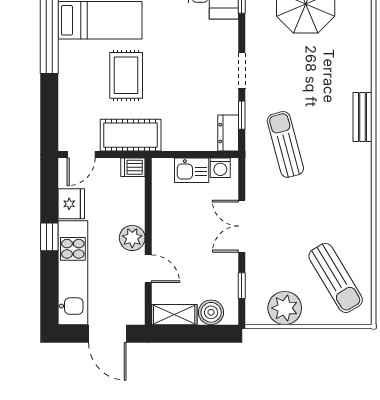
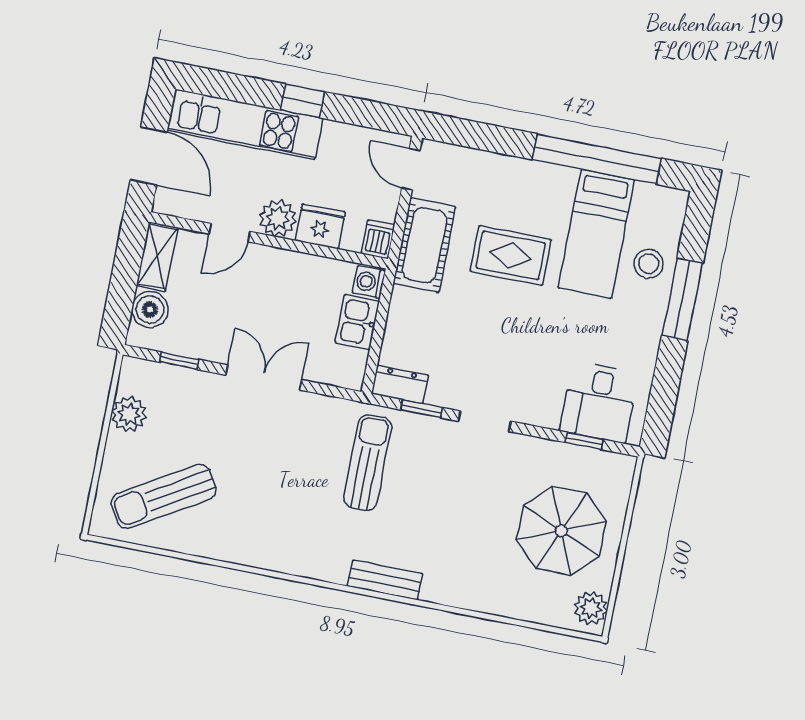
sun lounger: (285, 144) -> (368, 463), turned -75
washing machine: (220, 168) -> (369, 282), moved
fridge: (71, 204) -> (320, 226), moved, turned 180
plant: (285, 308) -> (129, 414), width x0.73, depth x0.73
door: (107, 334) -> (149, 156), swing flipped

